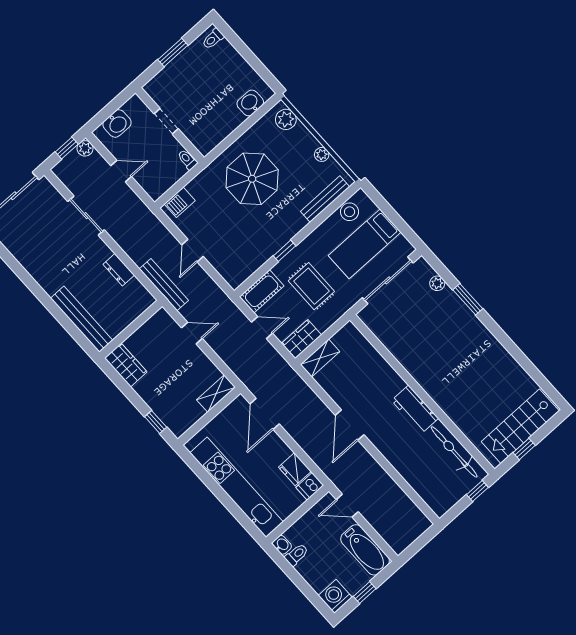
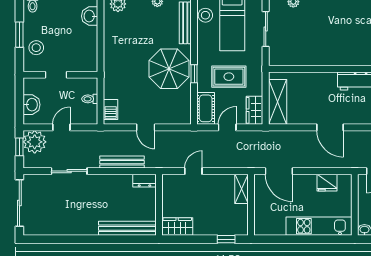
stool: (175, 79) -> (36, 48), added
plant: (85, 148) -> (35, 142), width x1.88, depth x1.88
toilet: (188, 160) -> (90, 99), moved
parasol: (252, 179) -> (169, 69), moved
dresser: (119, 270) -> (144, 181), moved
sliding door: (388, 280) -> (266, 29), width x0.73
bench: (164, 285) -> (122, 162), moved
shelving: (320, 358) -> (278, 102), width x1.50, depth x1.33
dishwasher: (310, 486) -> (345, 183), removed
kitchen unit: (237, 487) -> (319, 226), width x0.73

